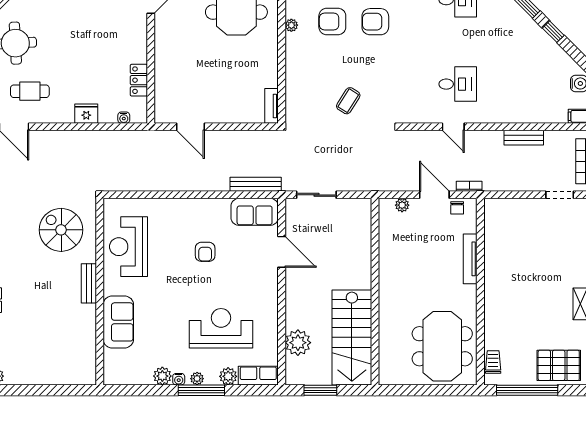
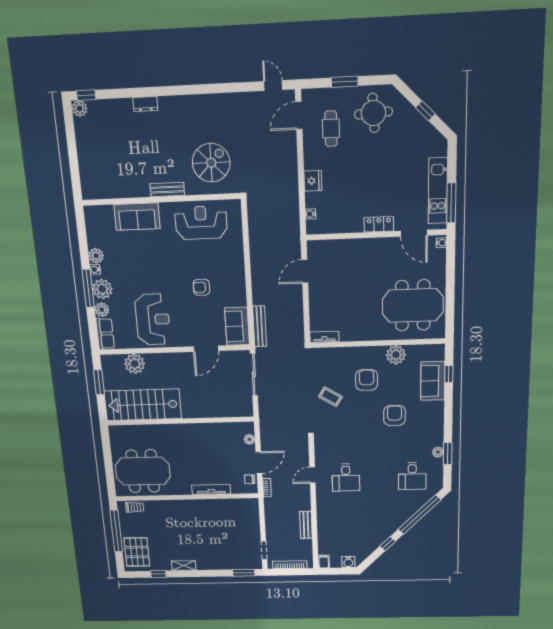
armchair: (332, 21) -> (367, 380), moved
plant: (291, 25) -> (396, 355), width x1.87, depth x1.87
locker: (139, 80) -> (379, 224), moved
sliding door: (316, 195) -> (254, 374), width x1.37
reception desk: (221, 328) -> (153, 319), moved
plant: (197, 379) -> (102, 289), width x1.88, depth x1.88

